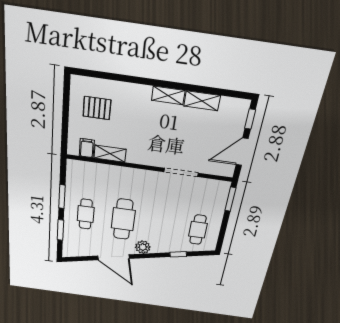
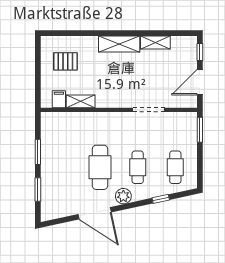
shelving: (168, 95) -> (119, 44), width x1.50, depth x1.33
cafe table: (86, 214) -> (138, 167), moved

